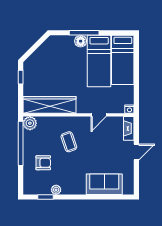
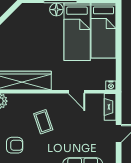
door: (99, 115) -> (76, 92), hinge flipped

